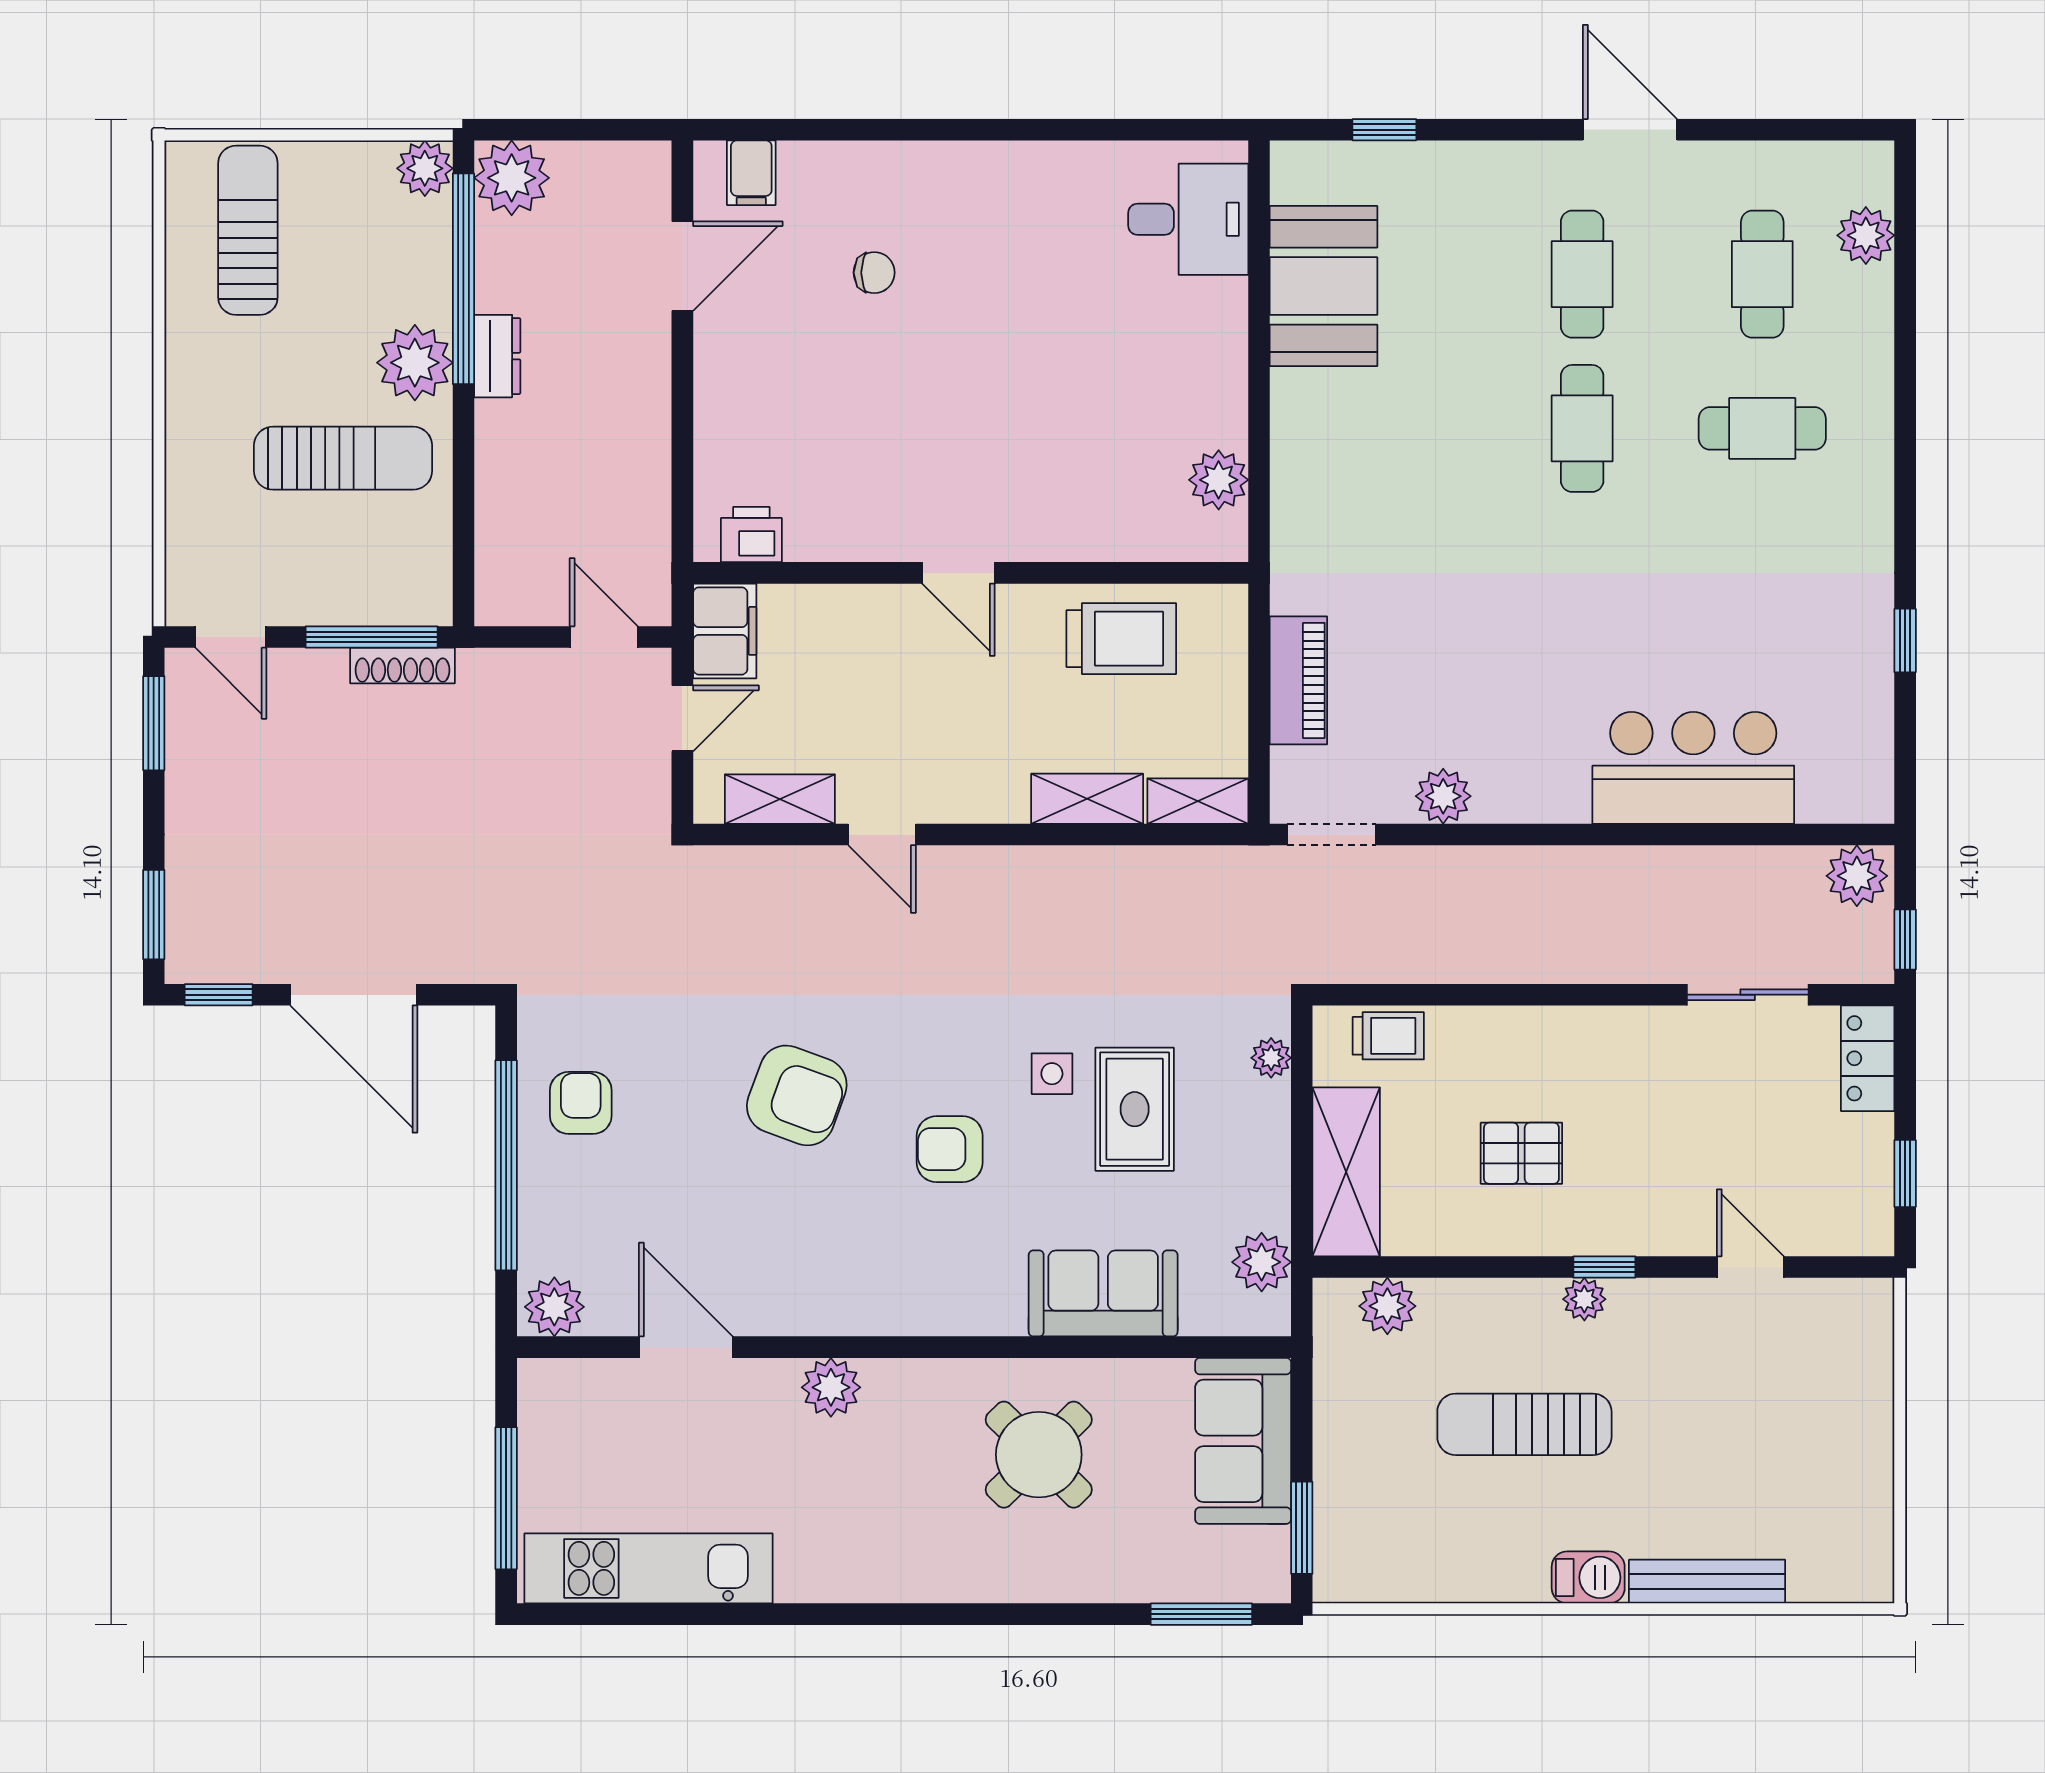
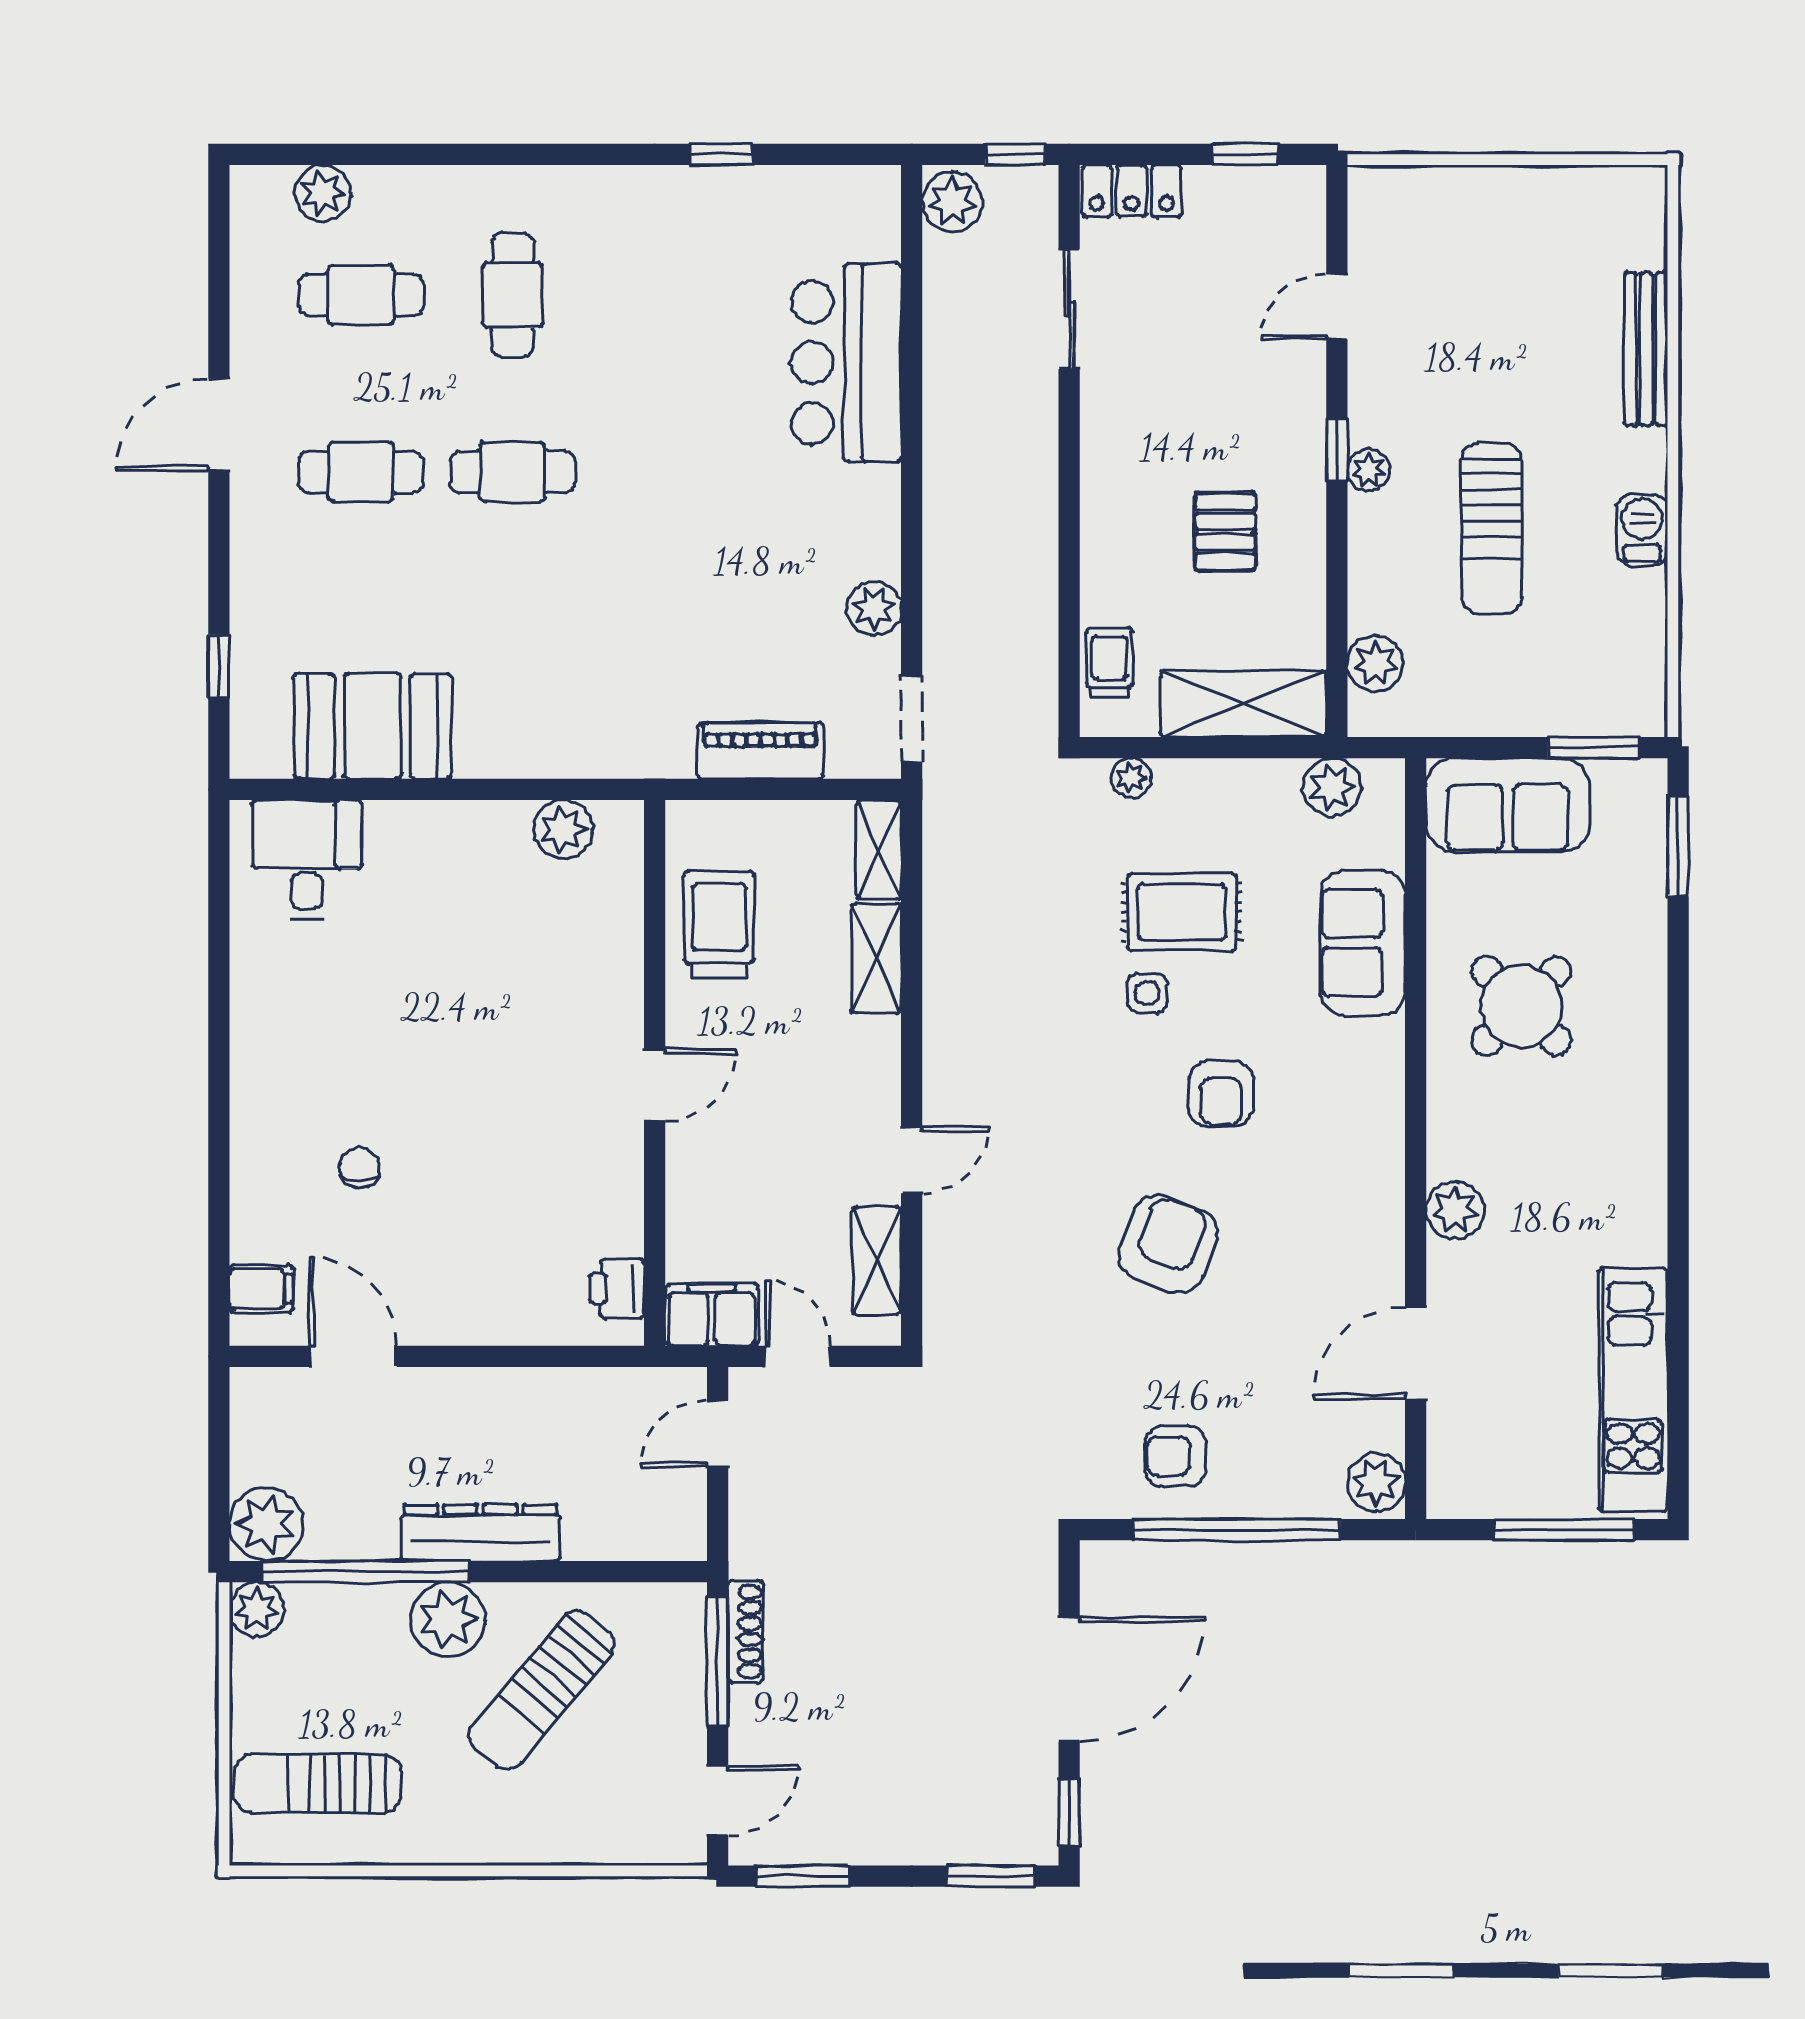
dresser: (497, 356) -> (480, 1533), width x1.96, depth x1.24
sun lounger: (343, 458) -> (542, 1690), turned -140
barbecue: (1588, 1577) -> (1642, 530), moved

